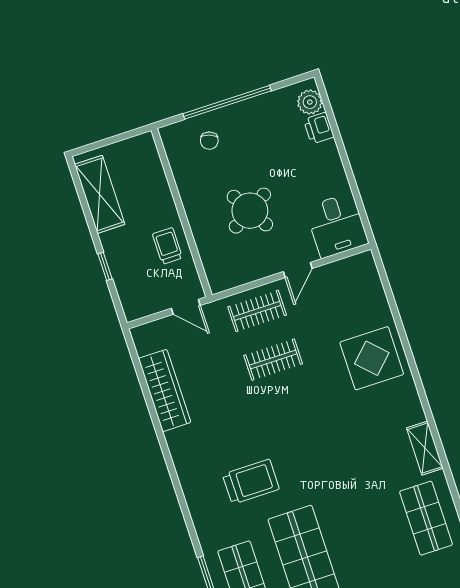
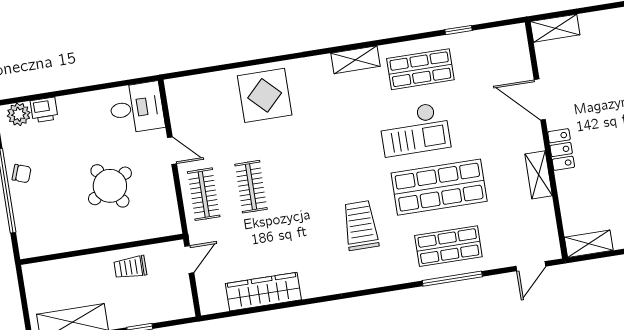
chair: (209, 141) -> (22, 174), moved
checkout: (362, 522) -> (415, 129), added

